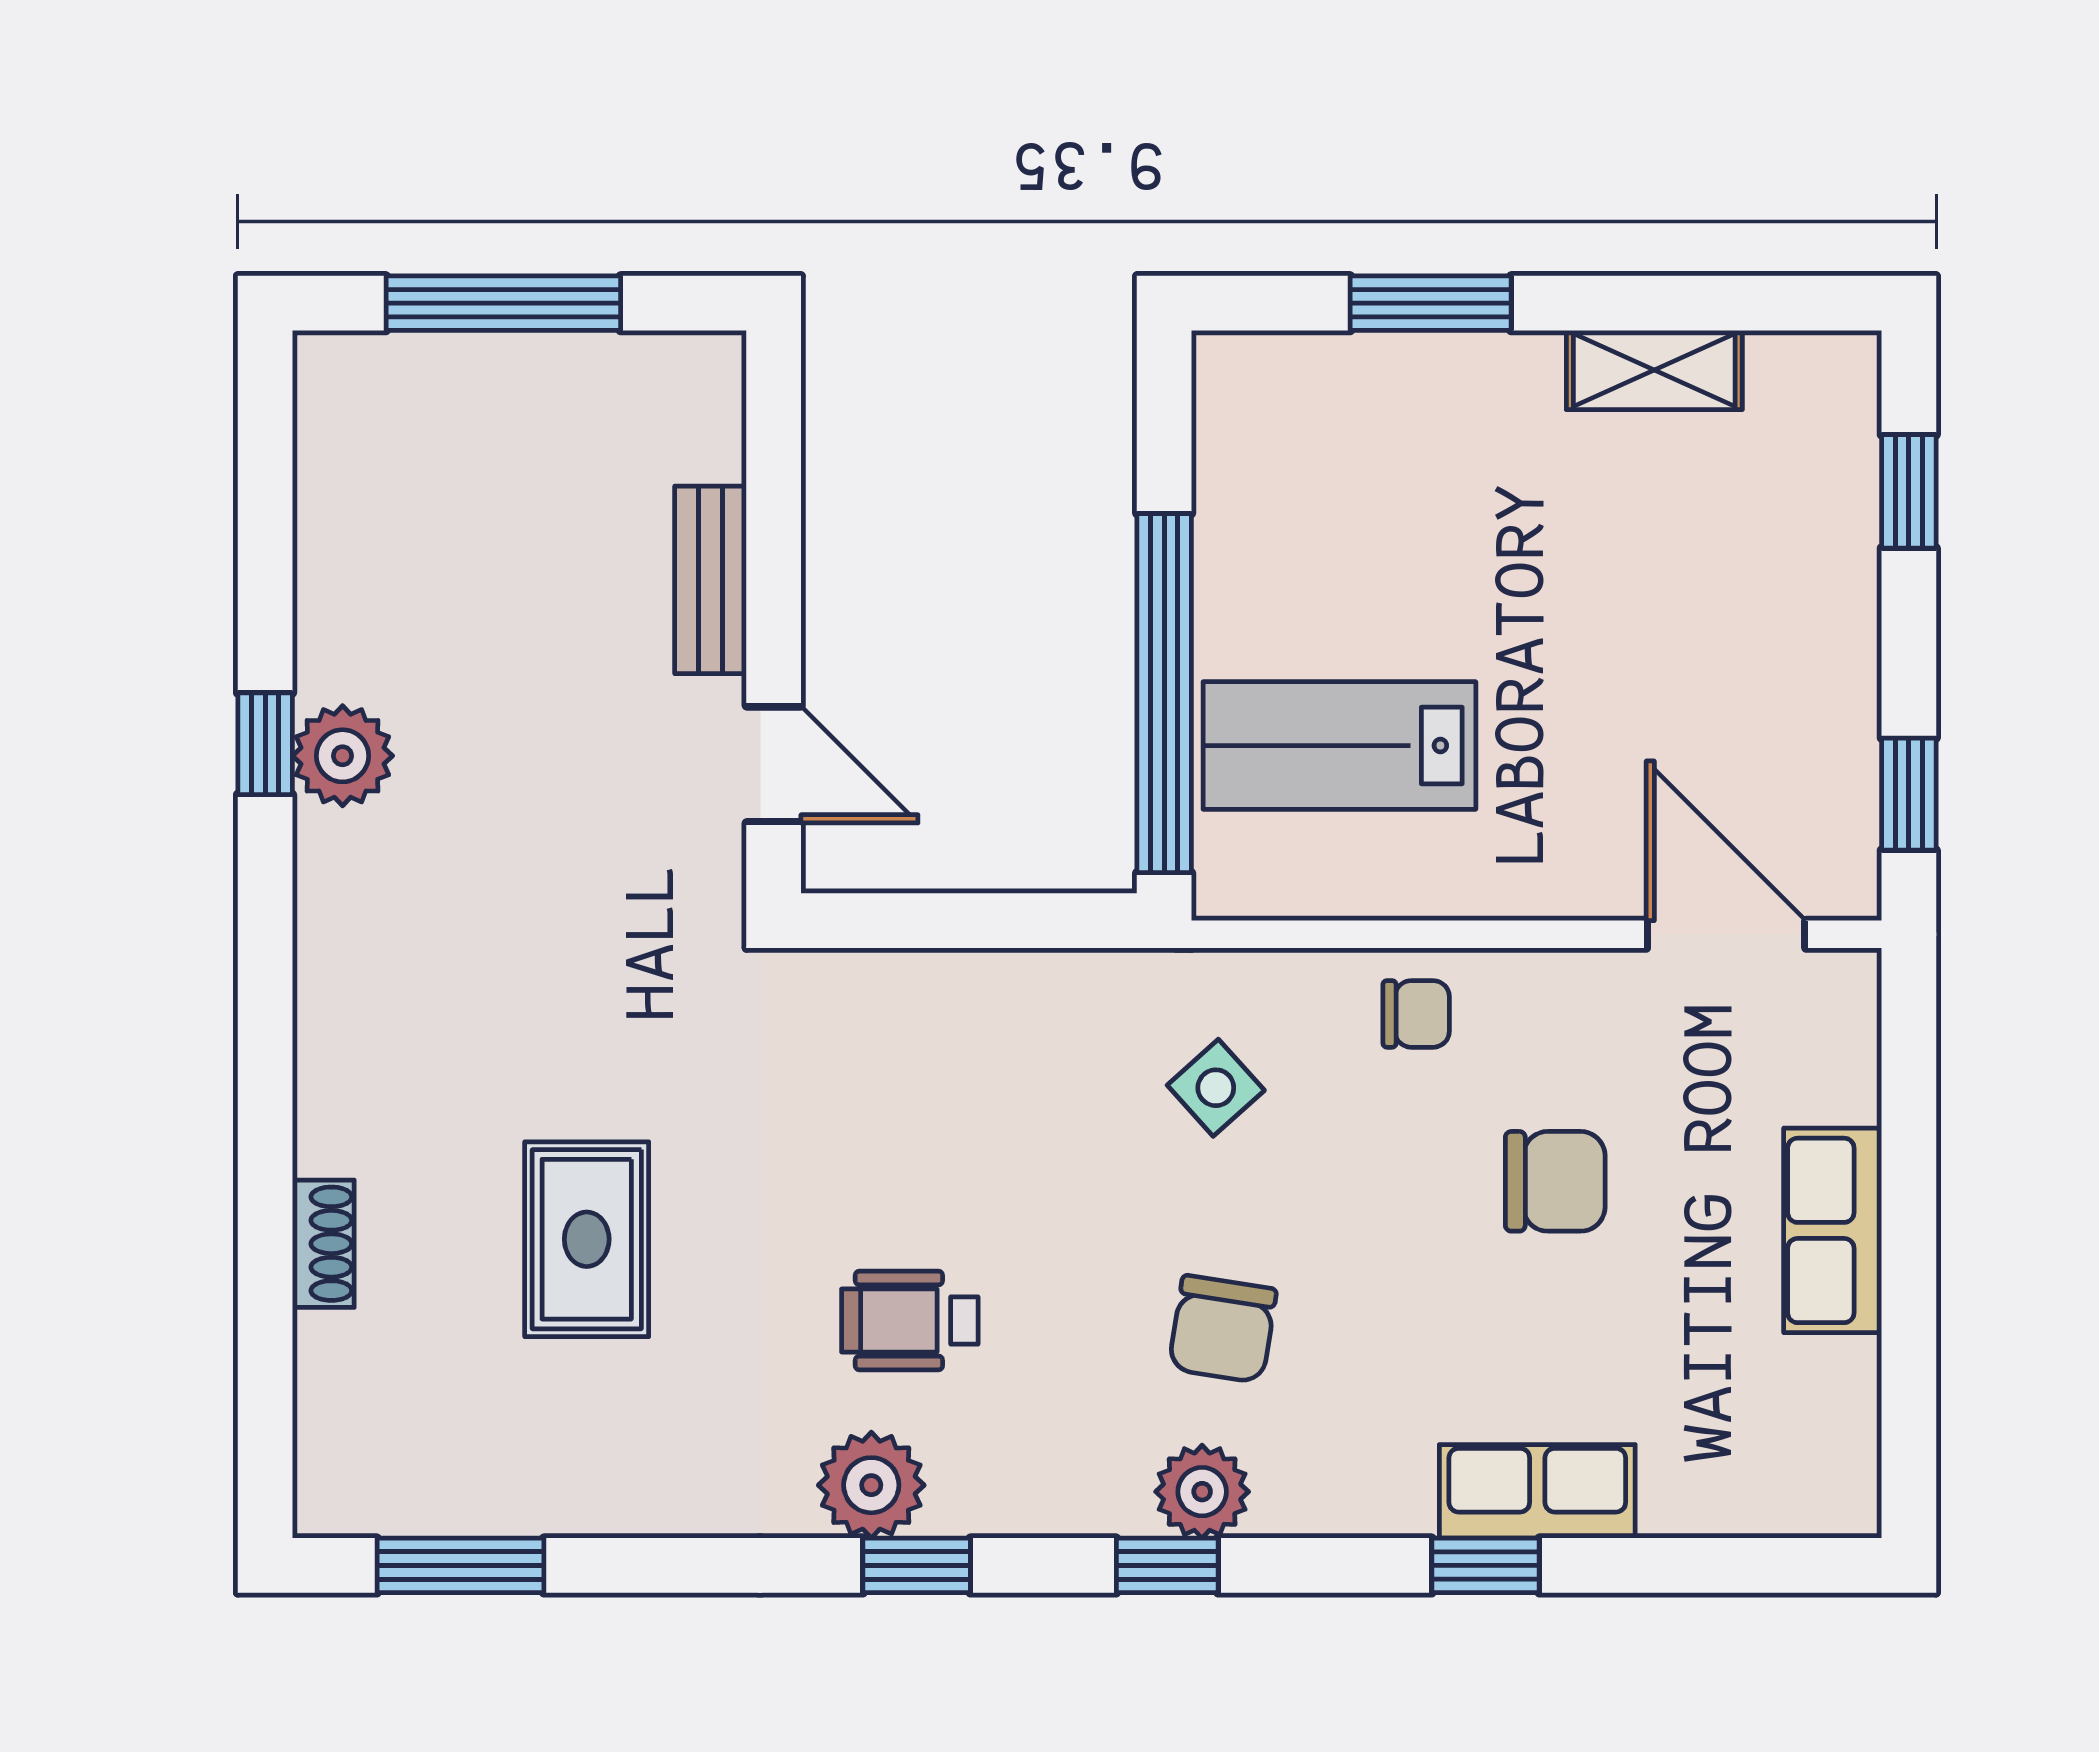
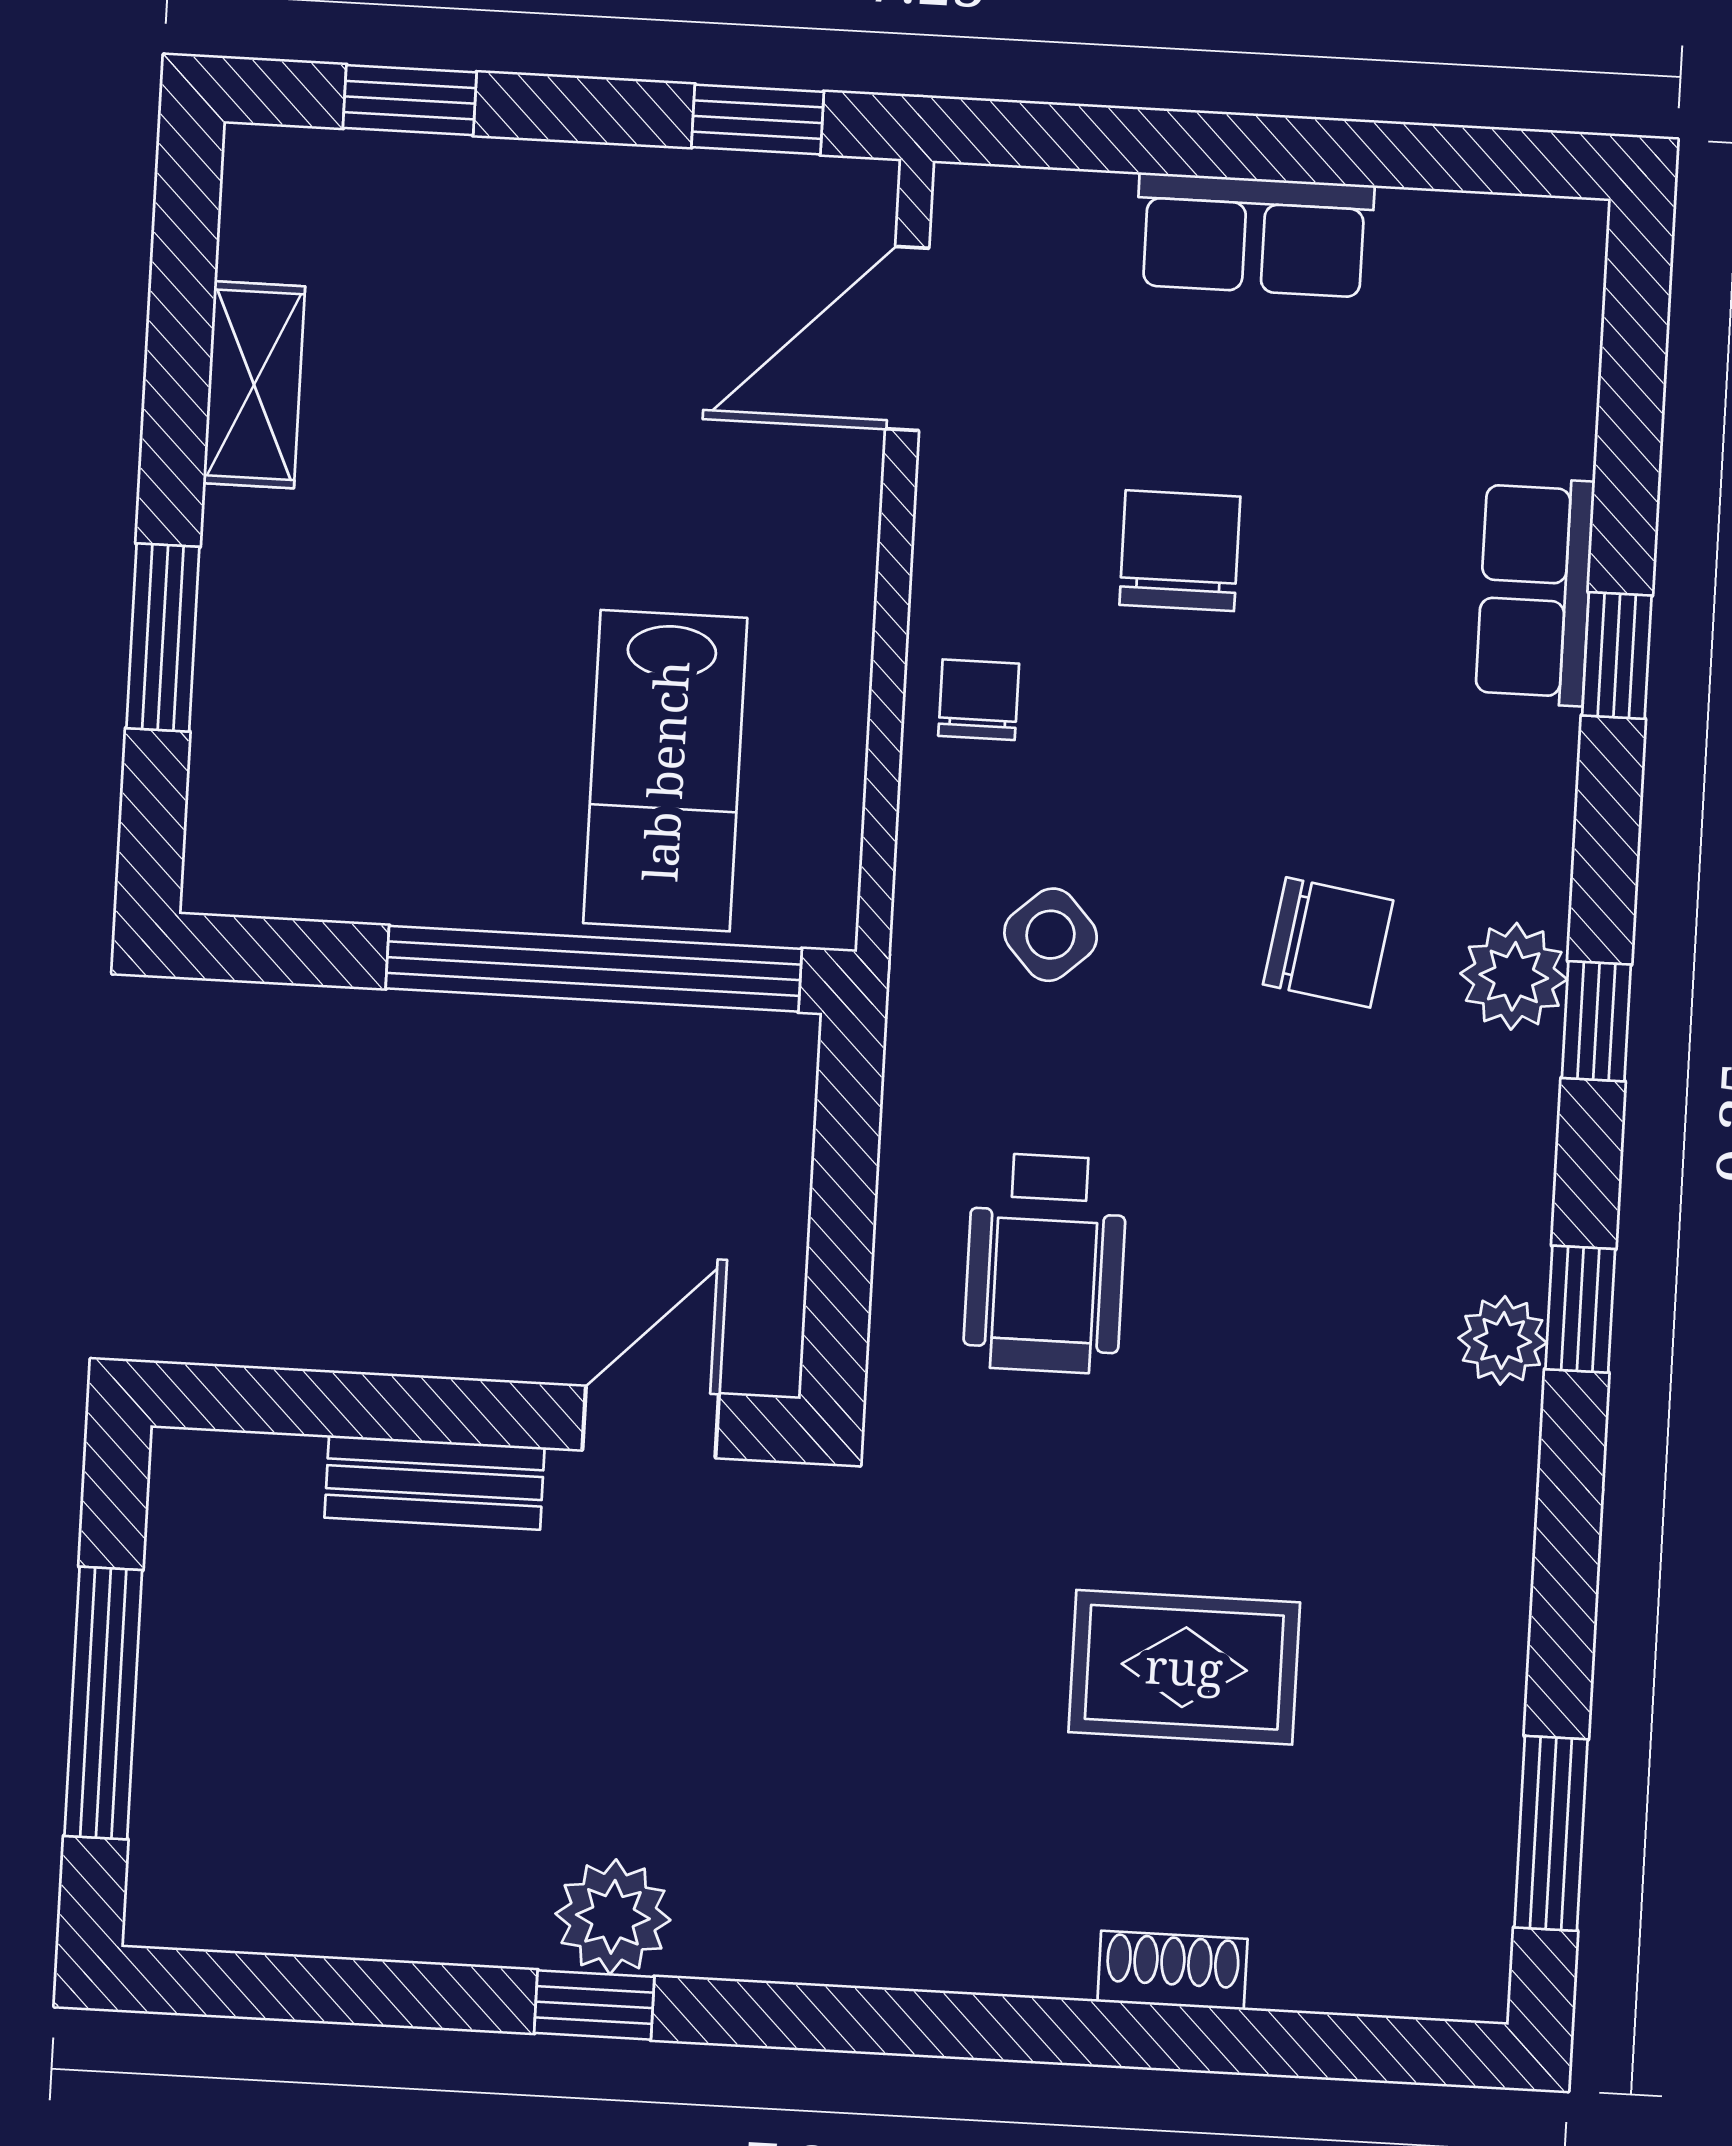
wheelchair: (910, 1320) -> (1045, 1263), moved, width x1.36, depth x1.37
plant: (871, 1485) -> (1503, 1340), width x0.73, depth x0.73

